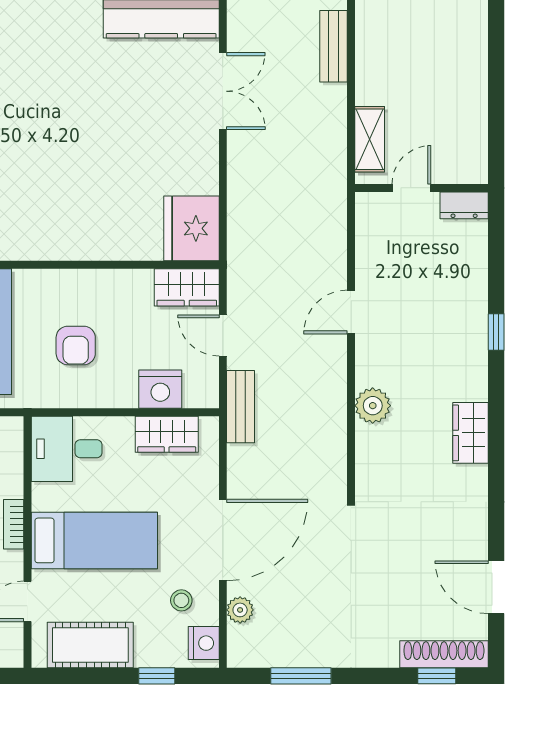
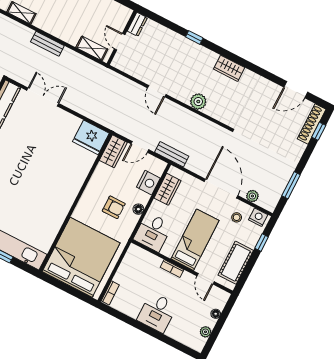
floor lamp: (97, 396) -> (138, 209), added

